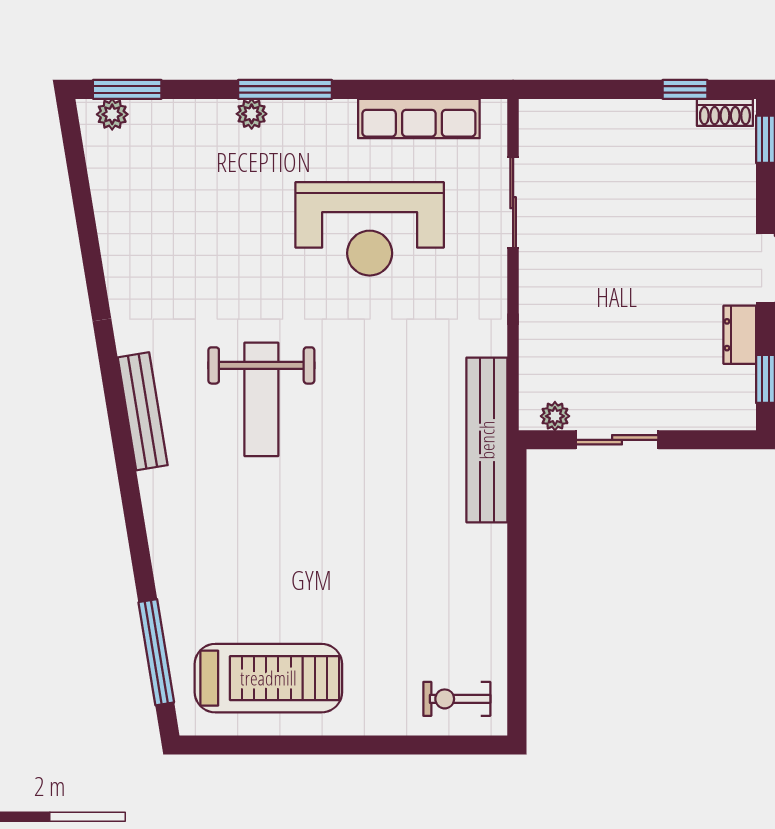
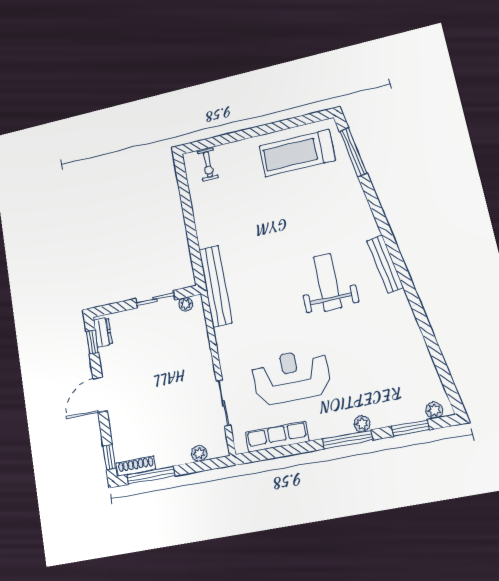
window: (127, 89) -> (410, 428), moved
window: (685, 89) -> (151, 475), width x2.17
shoe rack: (725, 112) -> (136, 466), width x1.43
plant: (579, 114) -> (199, 453), added
dresser: (740, 335) -> (103, 332), moved
exercise bike: (457, 699) -> (208, 165), turned 90

